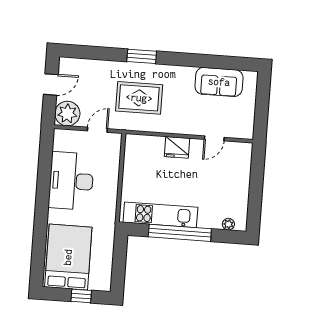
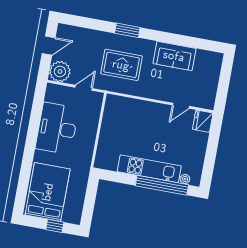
sofa: (219, 82) -> (174, 56), moved
fridge: (177, 147) -> (203, 121), moved, turned 90
kitchen unit: (160, 215) -> (149, 169), moved
window: (180, 233) -> (162, 185), moved

